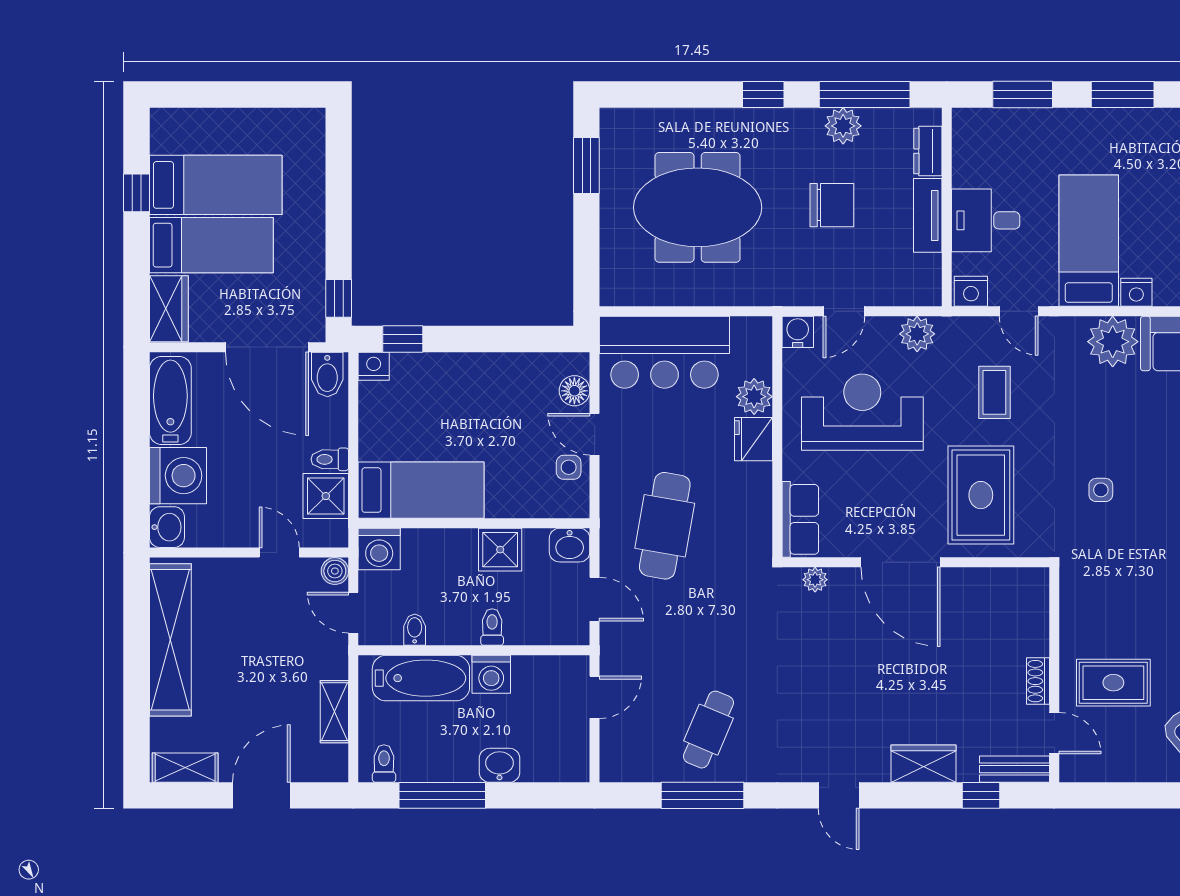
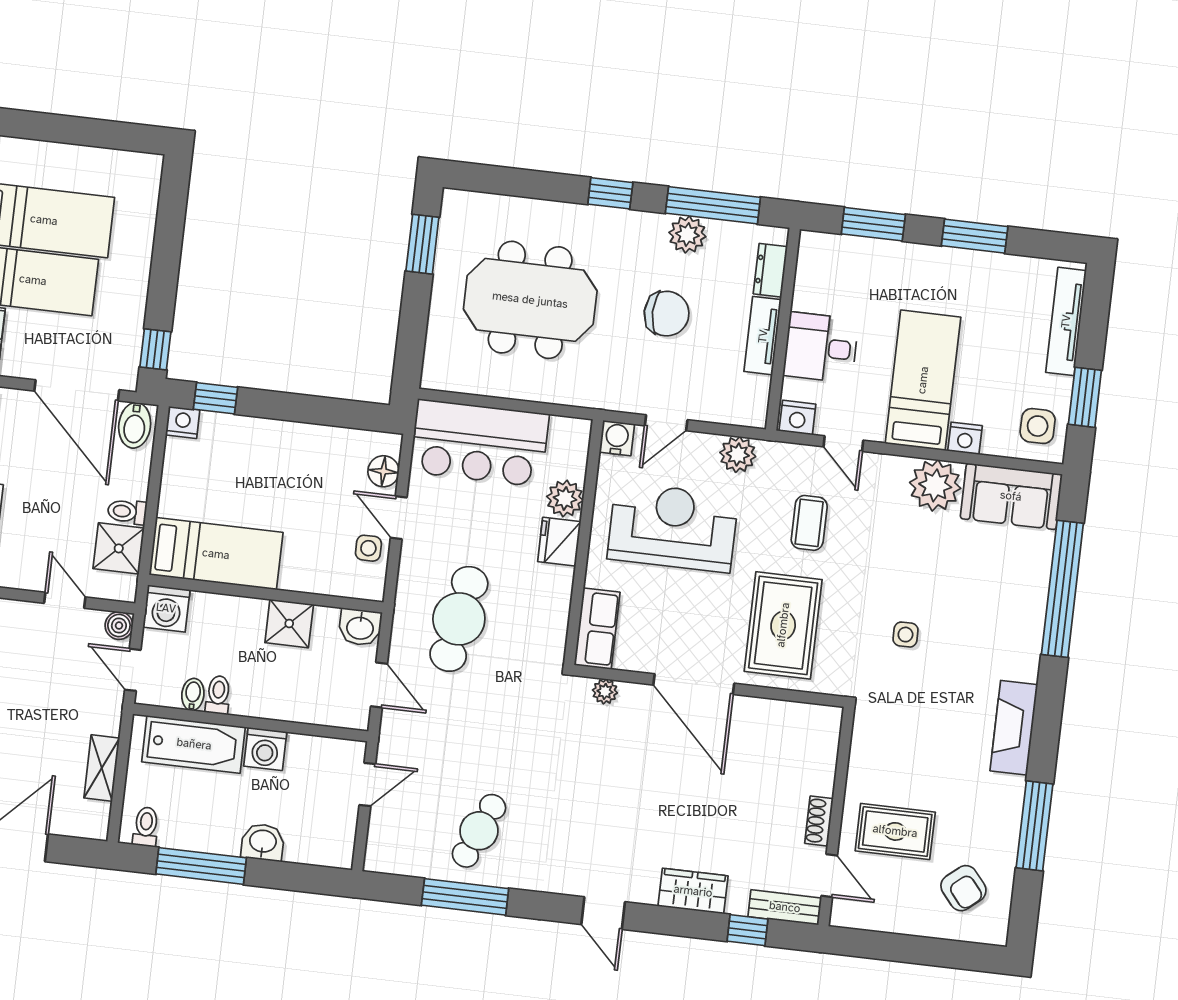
toilet: (492, 627) -> (218, 695), moved

